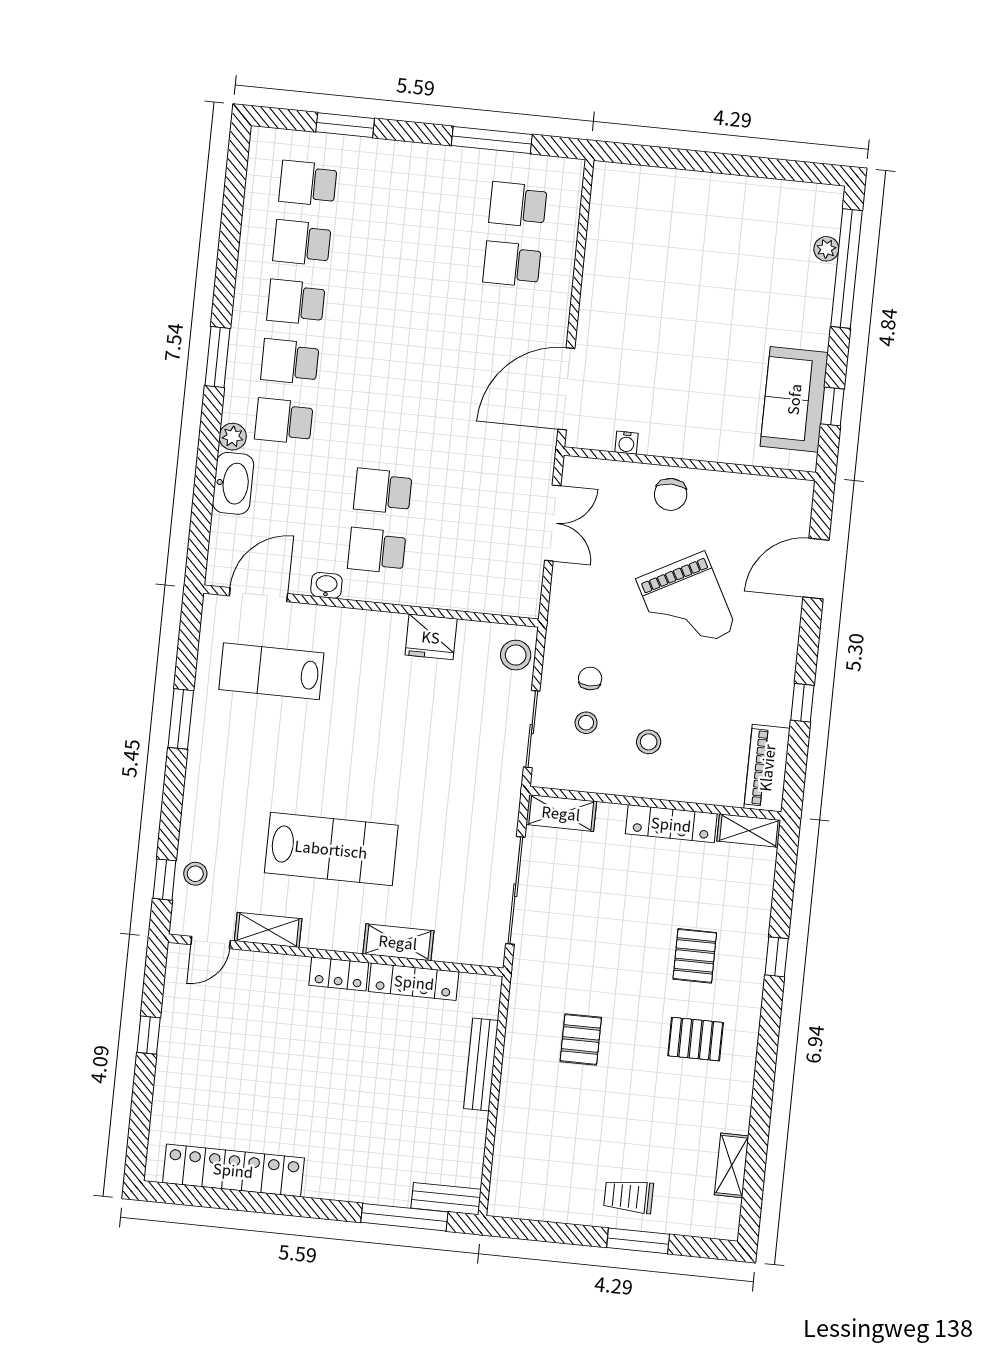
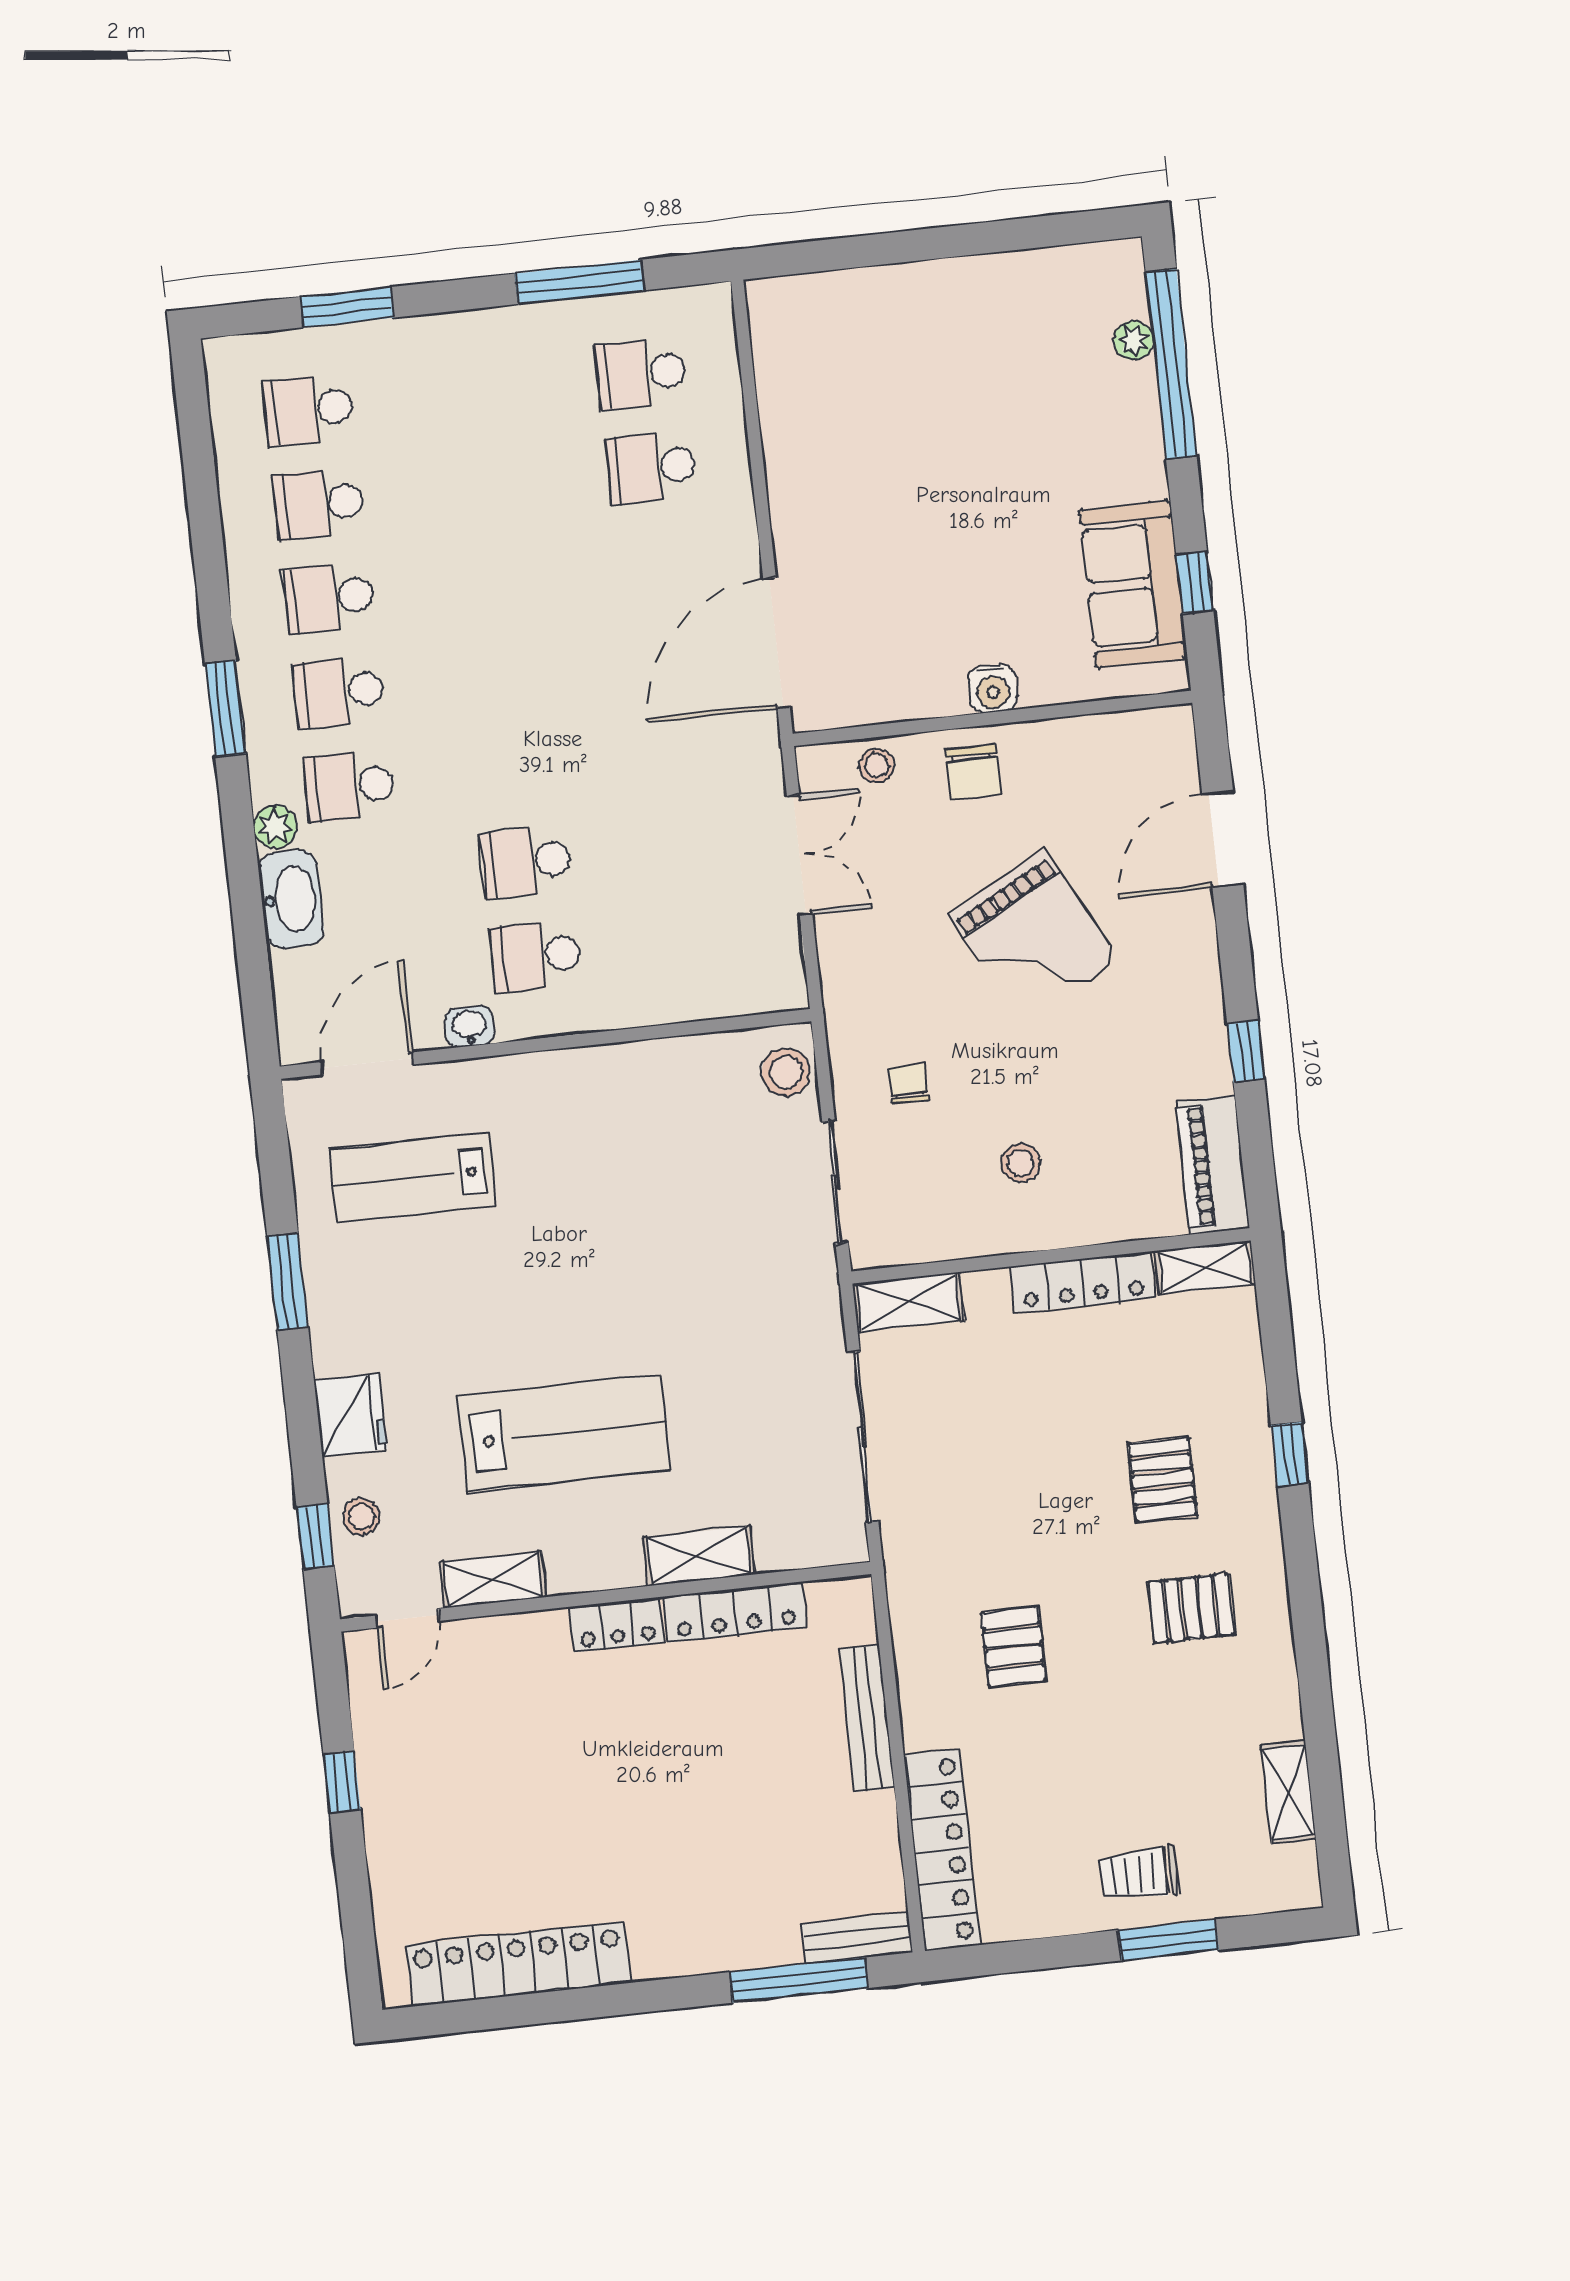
water cooler: (626, 443) -> (993, 689), moved, width x1.38, depth x1.38
fridge: (431, 637) -> (351, 1415), moved, turned -90
stool: (586, 723) -> (877, 766), moved
locker: (510, 1156) -> (942, 1850), added

